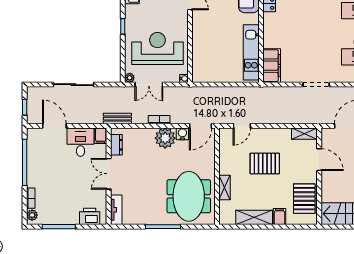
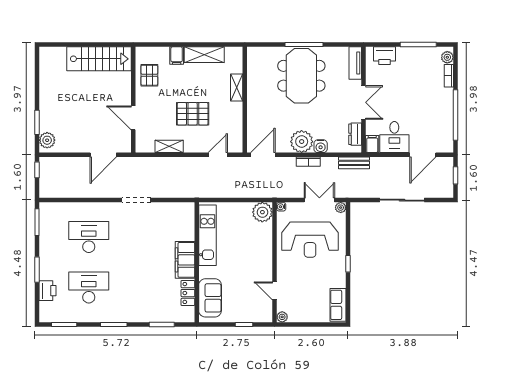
filing cabinet: (272, 66) -> (185, 260), moved
plant: (201, 74) -> (262, 212), added
door: (54, 126) -> (423, 155), hinge flipped
water cooler: (182, 134) -> (321, 146), moved
shelving: (304, 134) -> (169, 146), moved
meeting table: (189, 196) -> (301, 76), moved
pallet: (304, 199) -> (149, 75), width x0.67, depth x0.71

